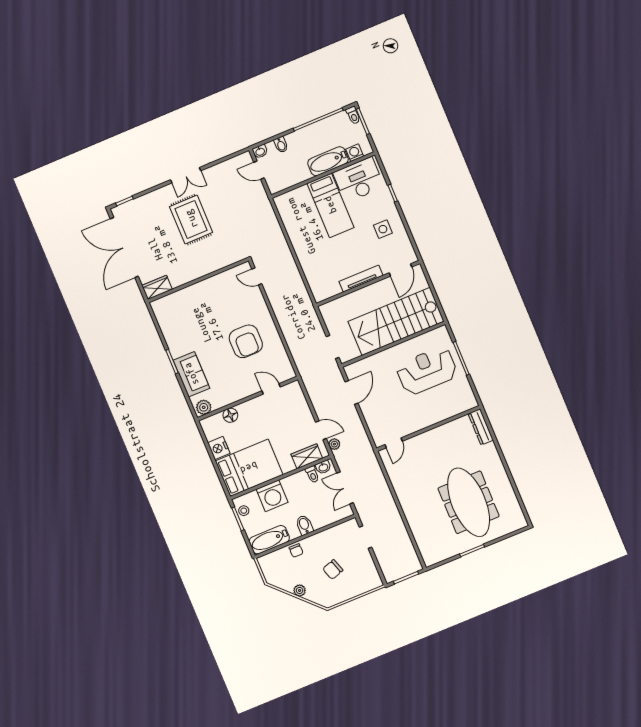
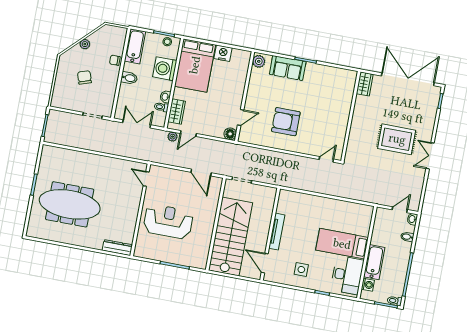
reception desk: (427, 371) -> (168, 222), moved, turned -90
floor lamp: (230, 415) -> (230, 134), moved
washbasin: (323, 467) -> (165, 97), moved

